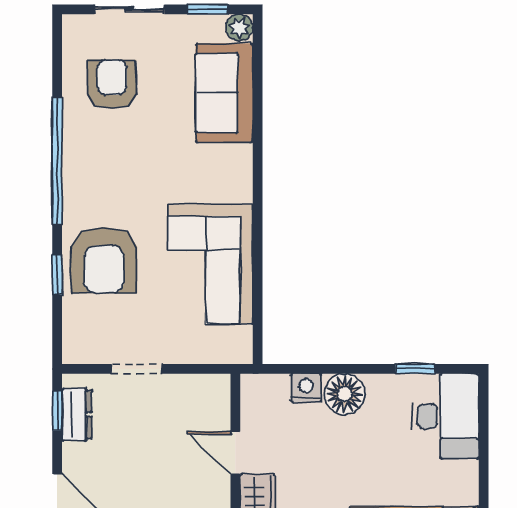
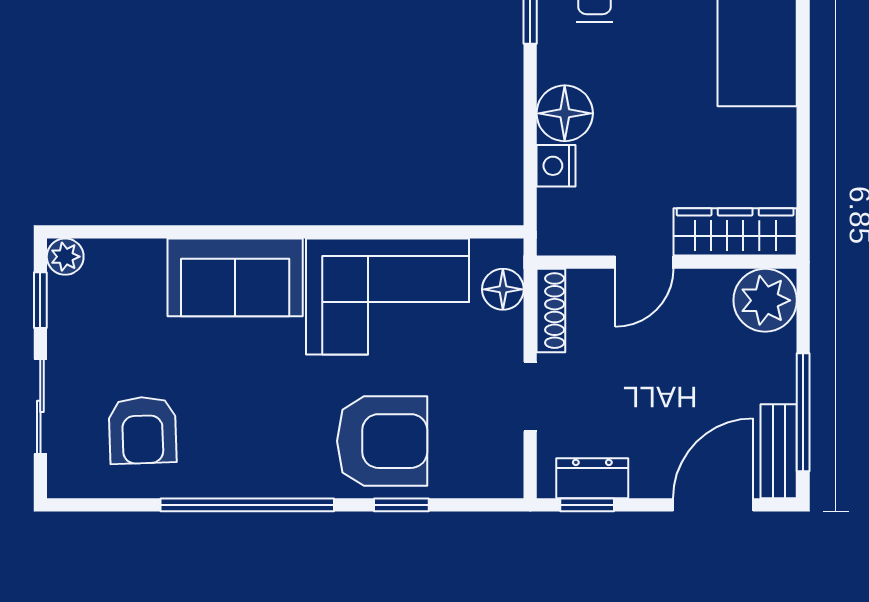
armchair: (112, 84) -> (143, 430), turned -92
sofa: (224, 93) -> (235, 277), moved
floor lamp: (215, 349) -> (503, 289), added
shoe rack: (200, 384) -> (551, 311), added

